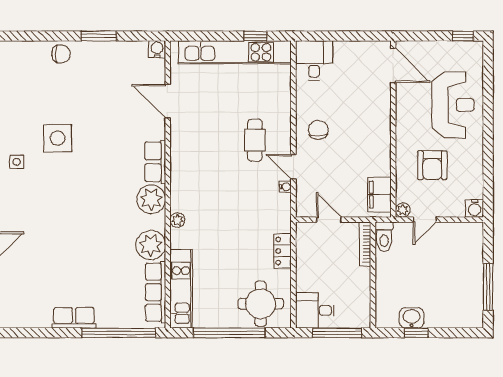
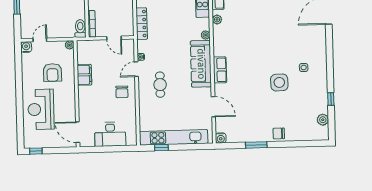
desk: (314, 61) -> (110, 134), moved, width x1.37
armchair: (432, 165) -> (52, 73), turned 180
door: (293, 167) -> (136, 69), swing flipped
sofa: (186, 173) -> (201, 64), added
filing cabinet: (379, 195) -> (84, 75), moved
plant: (151, 199) -> (222, 47), removed
door: (425, 220) -> (40, 40), moved
plant: (151, 245) -> (217, 20), width x0.53, depth x0.53
locker: (283, 251) -> (142, 24), width x1.53

